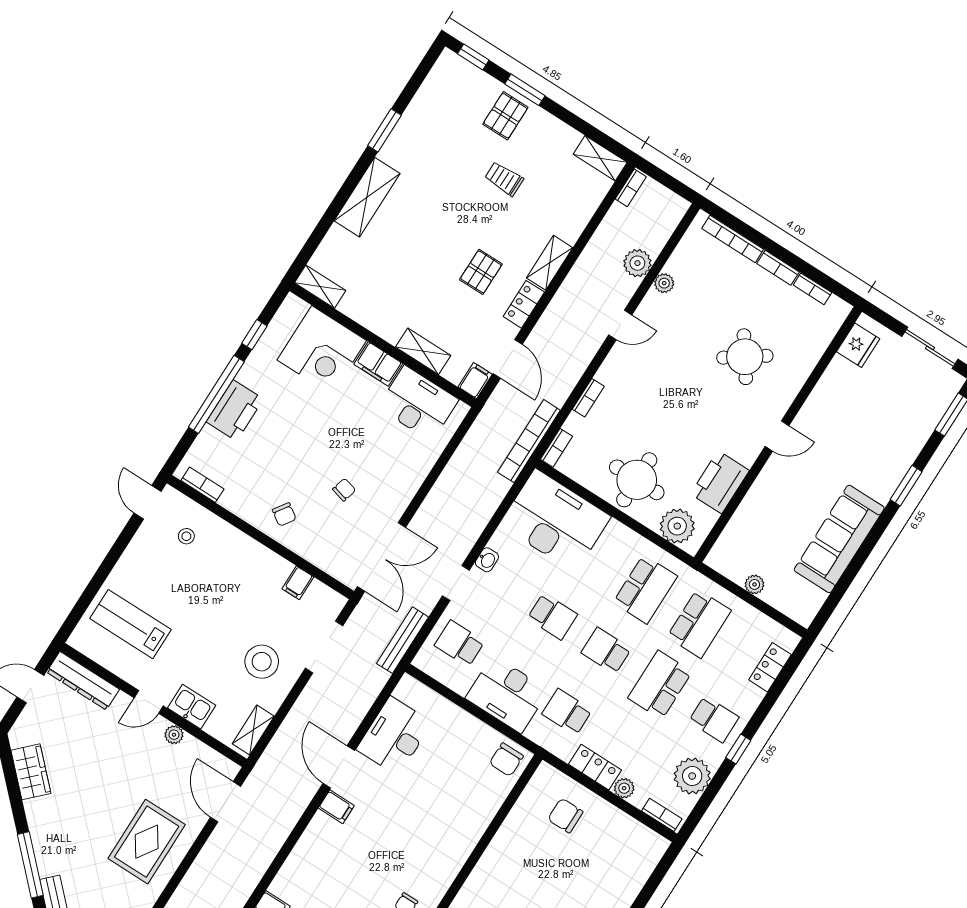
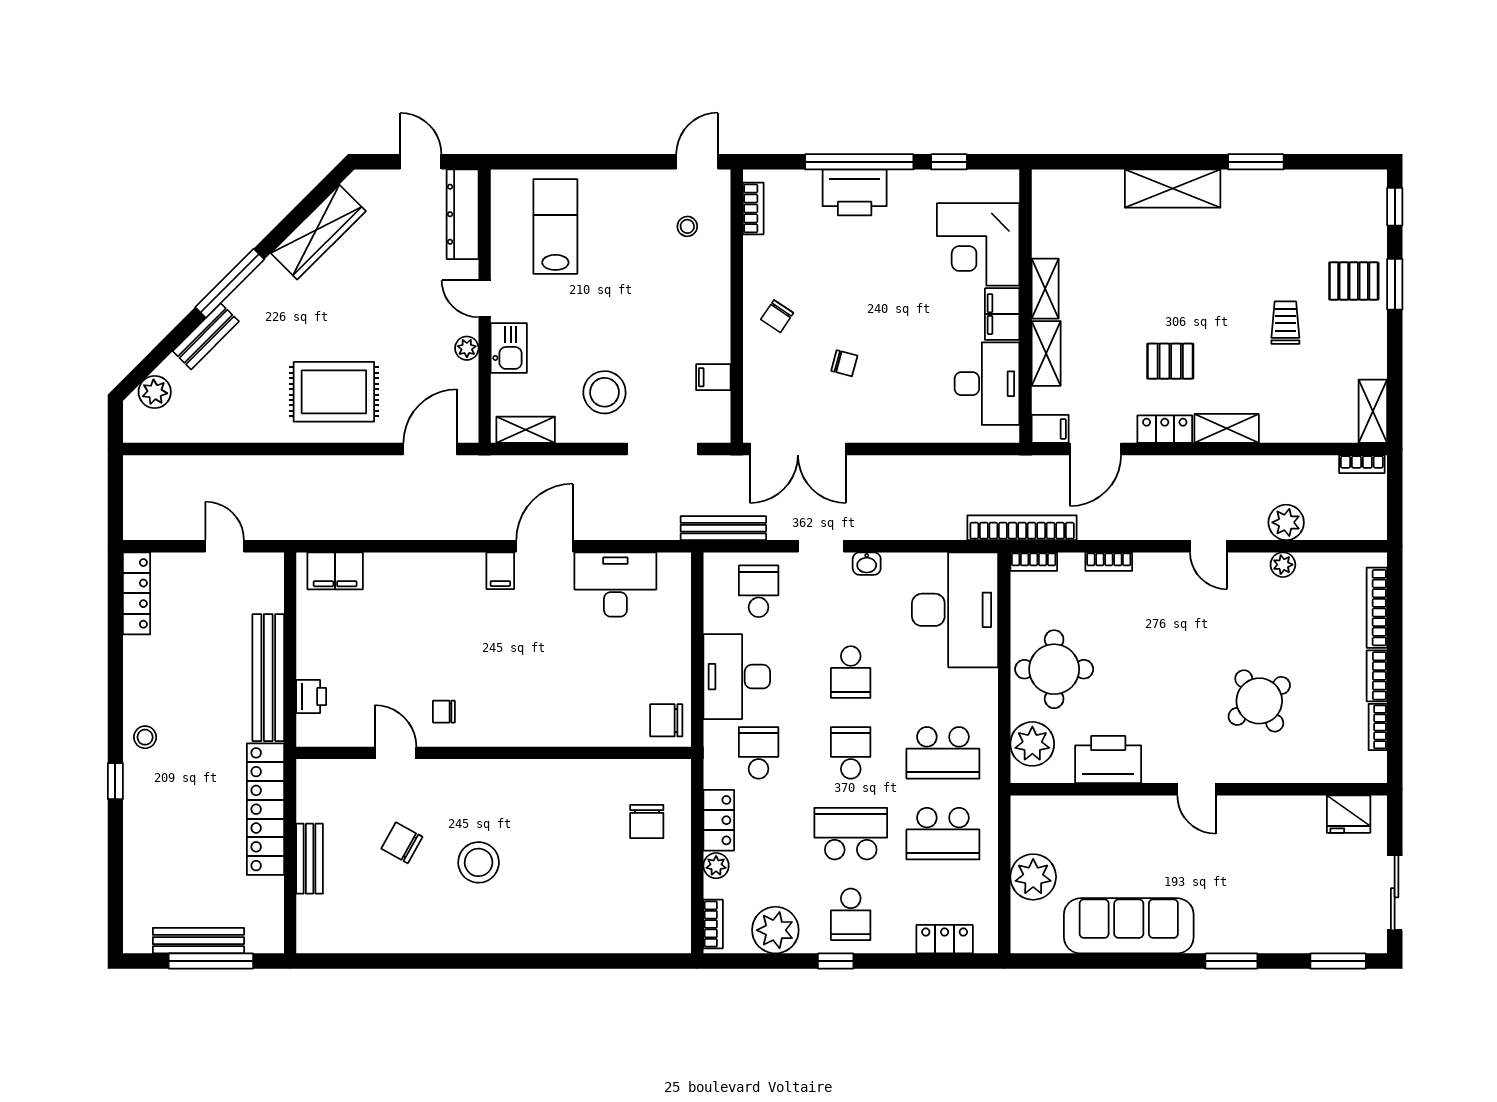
shelving: (320, 287) -> (1045, 289), moved
plant: (754, 584) -> (1033, 877), width x1.87, depth x1.87
wardrobe: (31, 772) -> (318, 232), width x1.50
chair: (565, 816) -> (647, 821), turned 180

